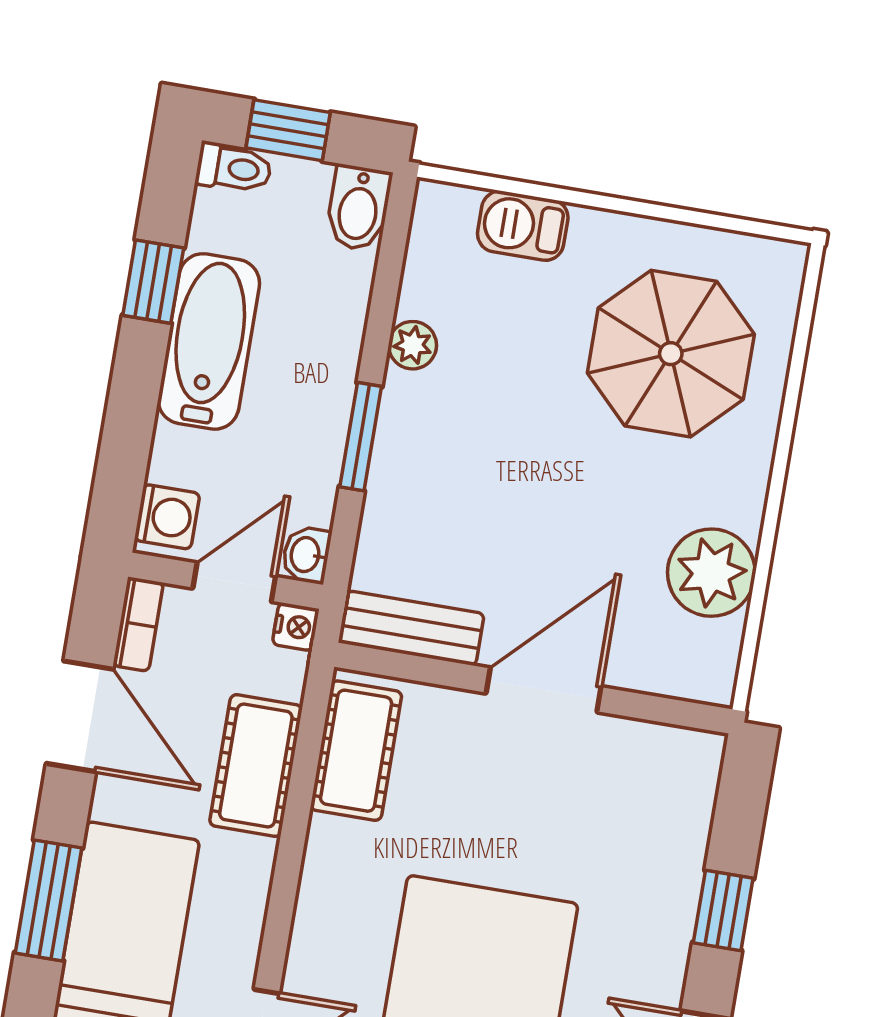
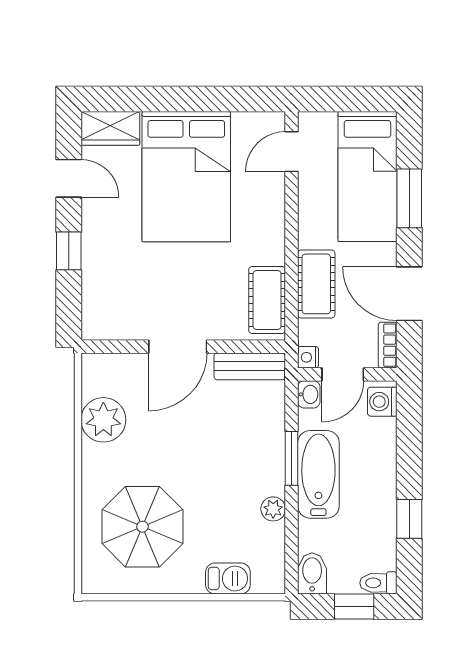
bathtub: (209, 341) -> (318, 474), moved, turned 180

